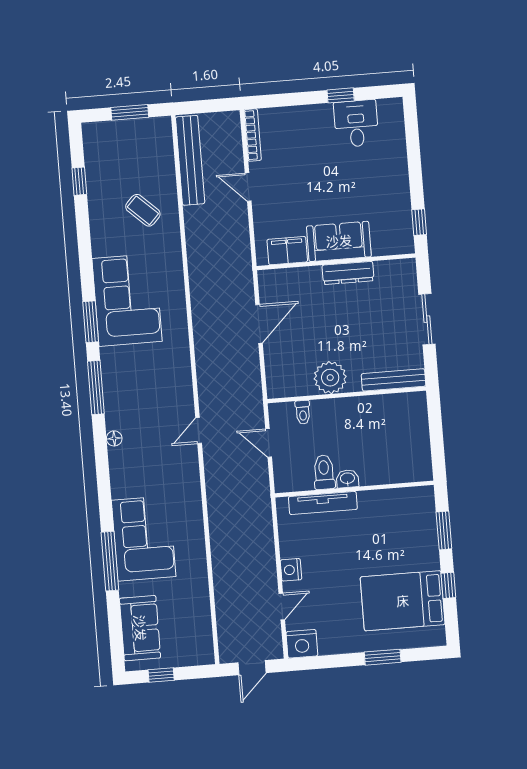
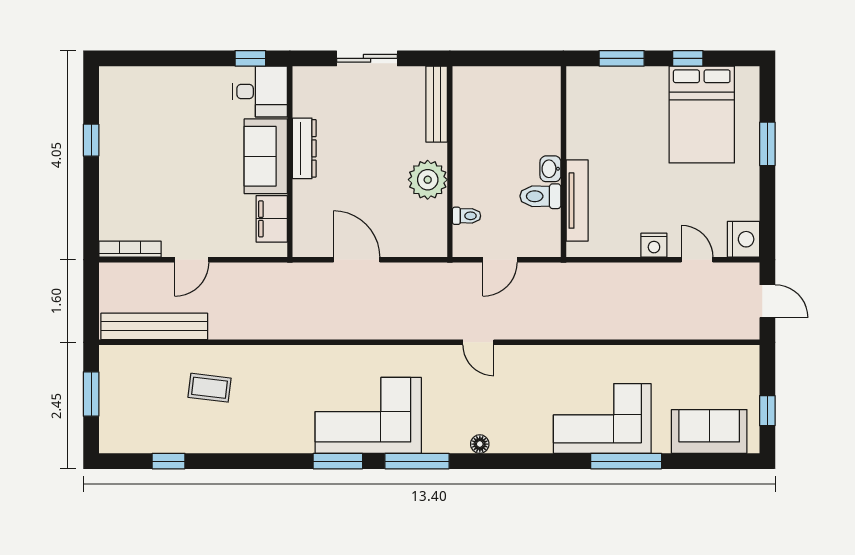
desk: (356, 124) -> (260, 91), moved, turned 180
coffee table: (143, 210) -> (210, 388), turned 54
corner sofa: (127, 300) -> (368, 415), moved

